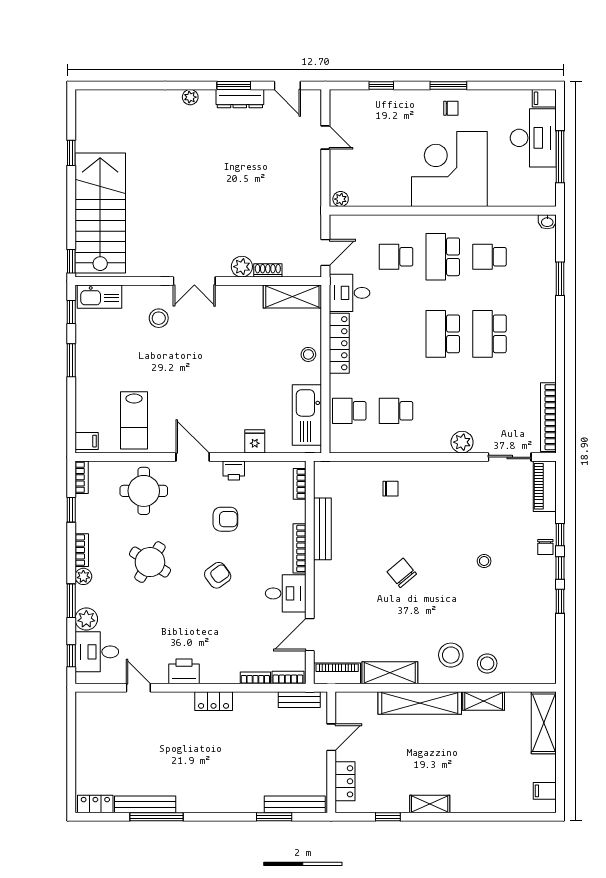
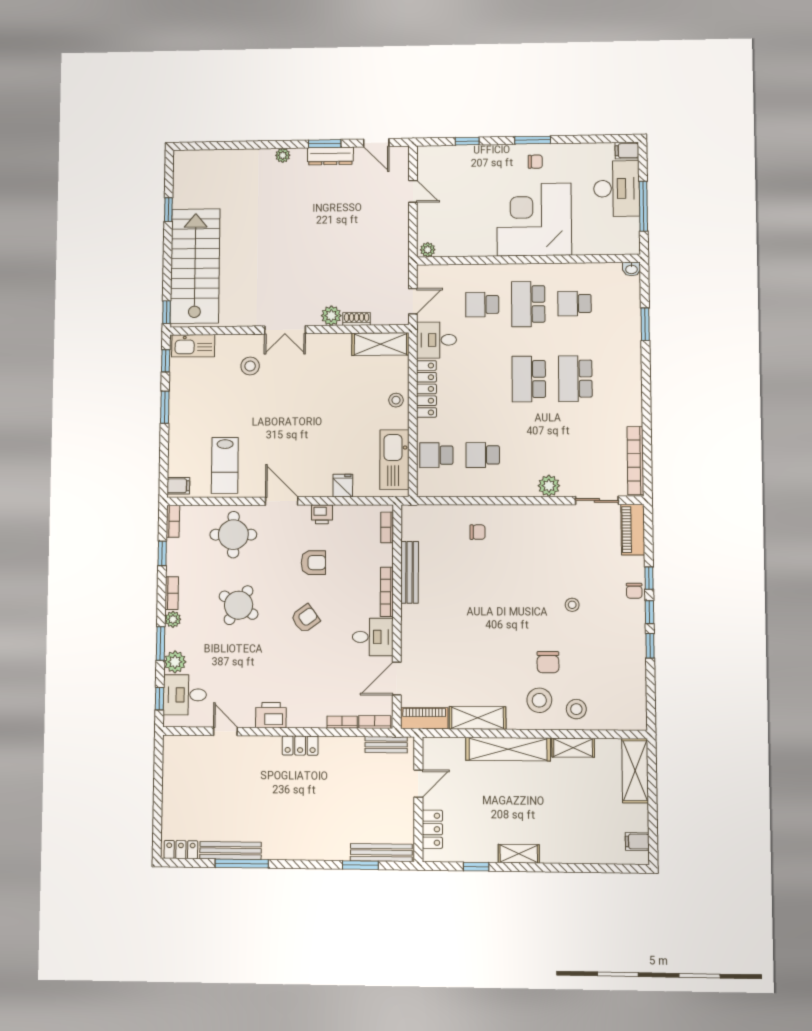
chair: (402, 573) -> (548, 662), moved, turned -140

